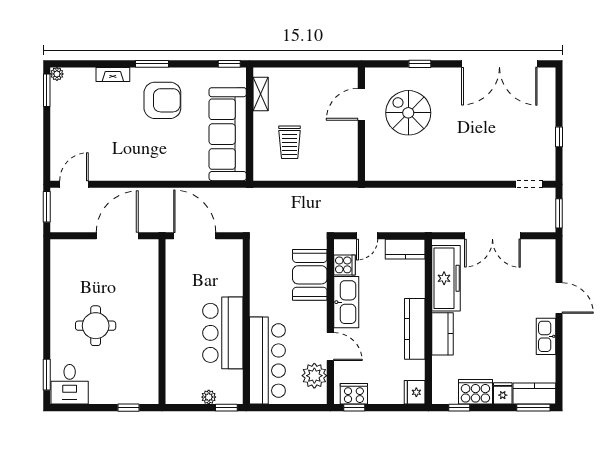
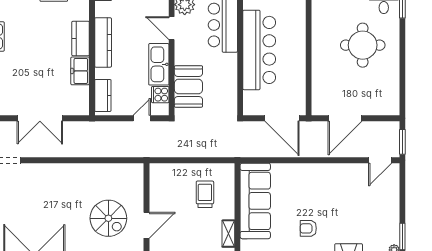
armchair: (162, 100) -> (308, 228), width x0.53, depth x0.53
double door: (492, 236) -> (40, 118), swing flipped
kitchen counter: (405, 249) -> (103, 95), moved, turned 90
freezer: (446, 278) -> (80, 71), width x0.52, depth x0.79
round table: (96, 326) -> (363, 45), width x1.36, depth x1.36
bar counter: (223, 333) -> (259, 50), width x1.36

